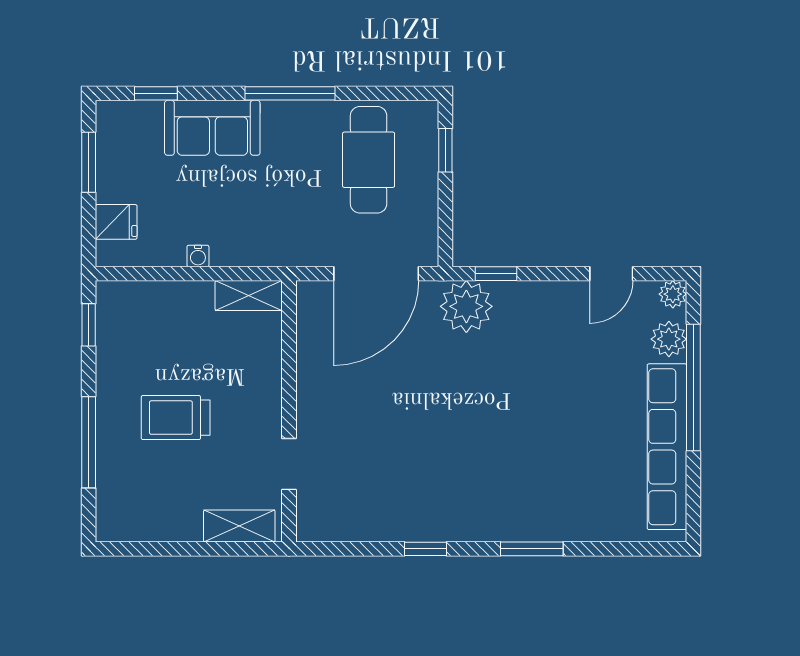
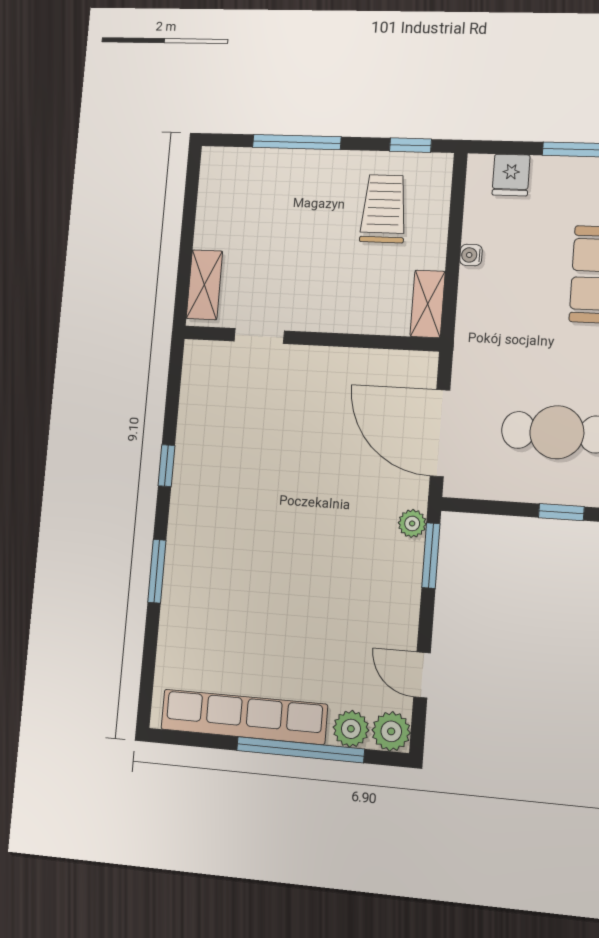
window: (496, 274) -> (431, 556), width x1.50
plant: (673, 294) -> (391, 731), width x1.38, depth x1.38
plant: (466, 306) -> (412, 523), width x0.53, depth x0.53
trolley: (176, 418) -> (384, 209), moved

